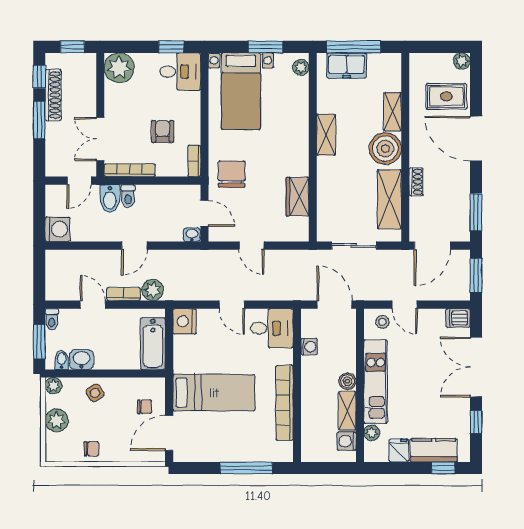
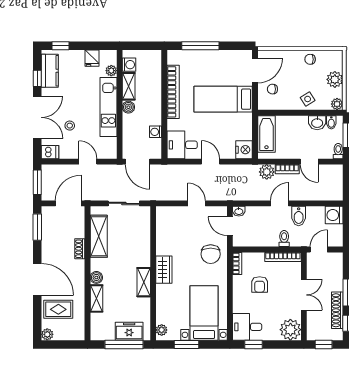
double door: (100, 139) -> (304, 295), moved
boiler: (385, 149) -> (96, 277), width x0.54, depth x0.54
wardrobe: (298, 197) -> (164, 270), moved
bidet: (110, 198) -> (299, 216), moved, turned 180
stool: (383, 322) -> (70, 126), moved
kitchen counter: (434, 450) -> (50, 71), moved, turned -90

